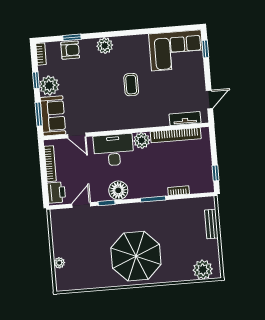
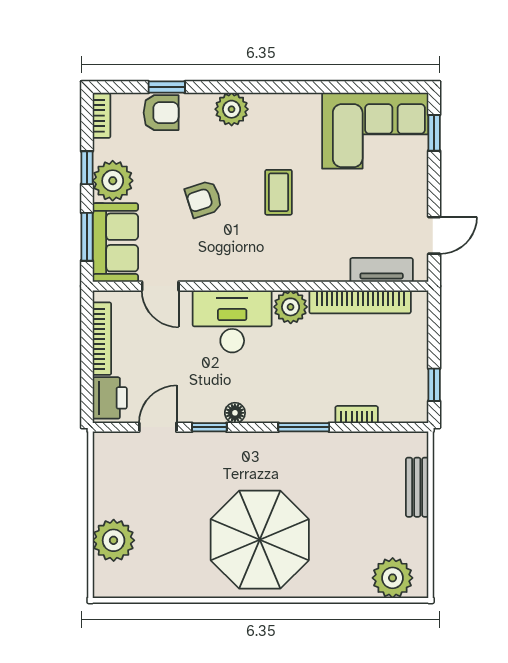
armchair: (95, 91) -> (204, 199), added
floor lamp: (118, 190) -> (235, 413), width x0.53, depth x0.53
plant: (59, 263) -> (114, 540), width x1.88, depth x1.88

